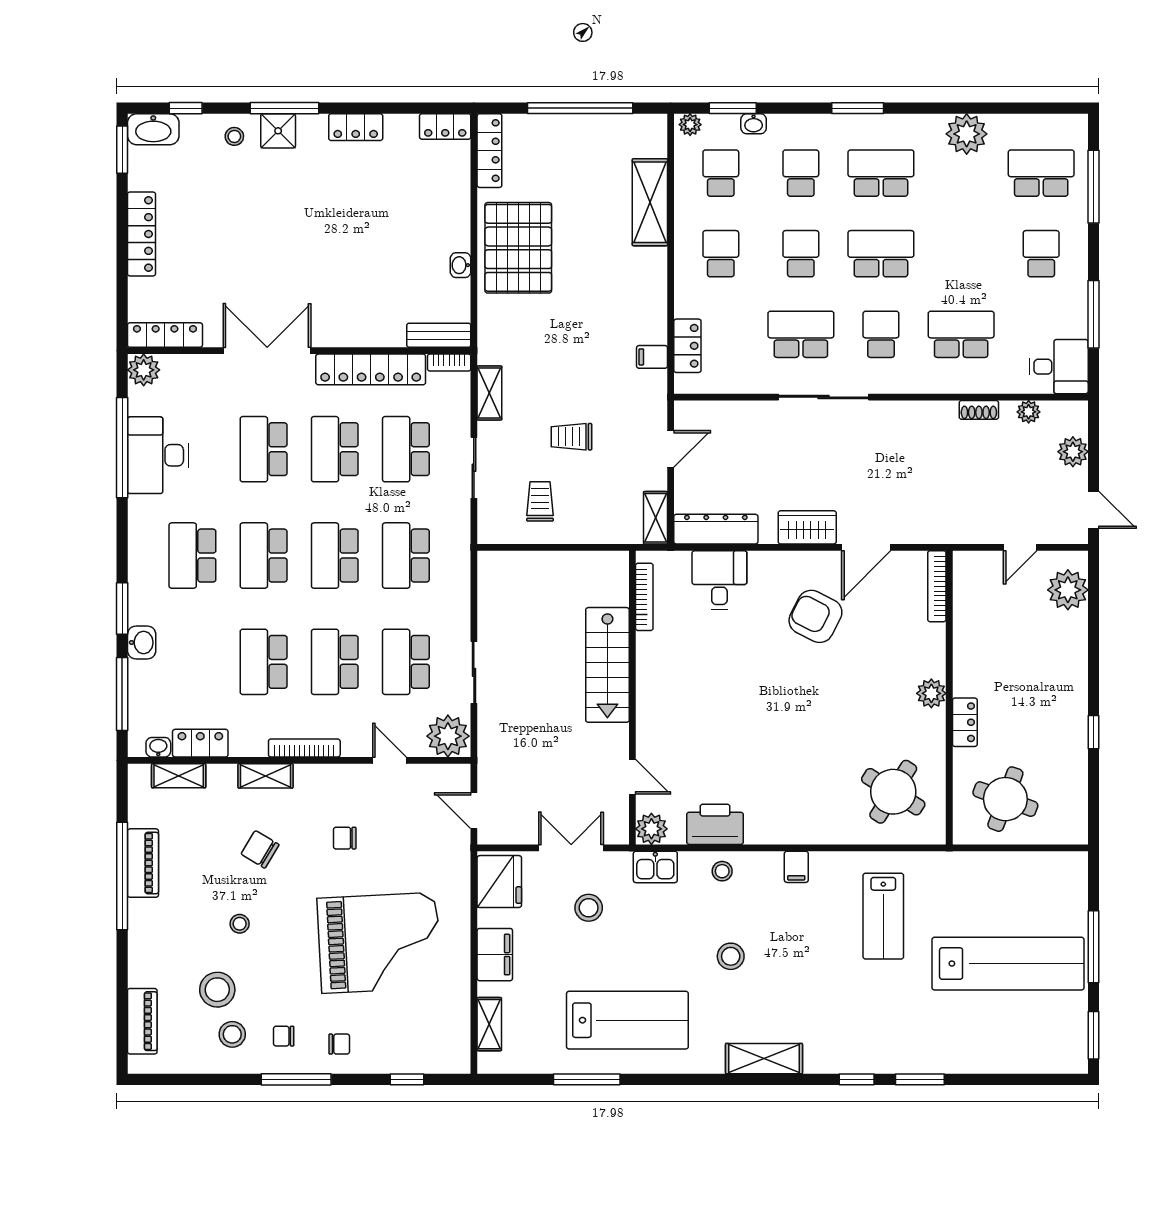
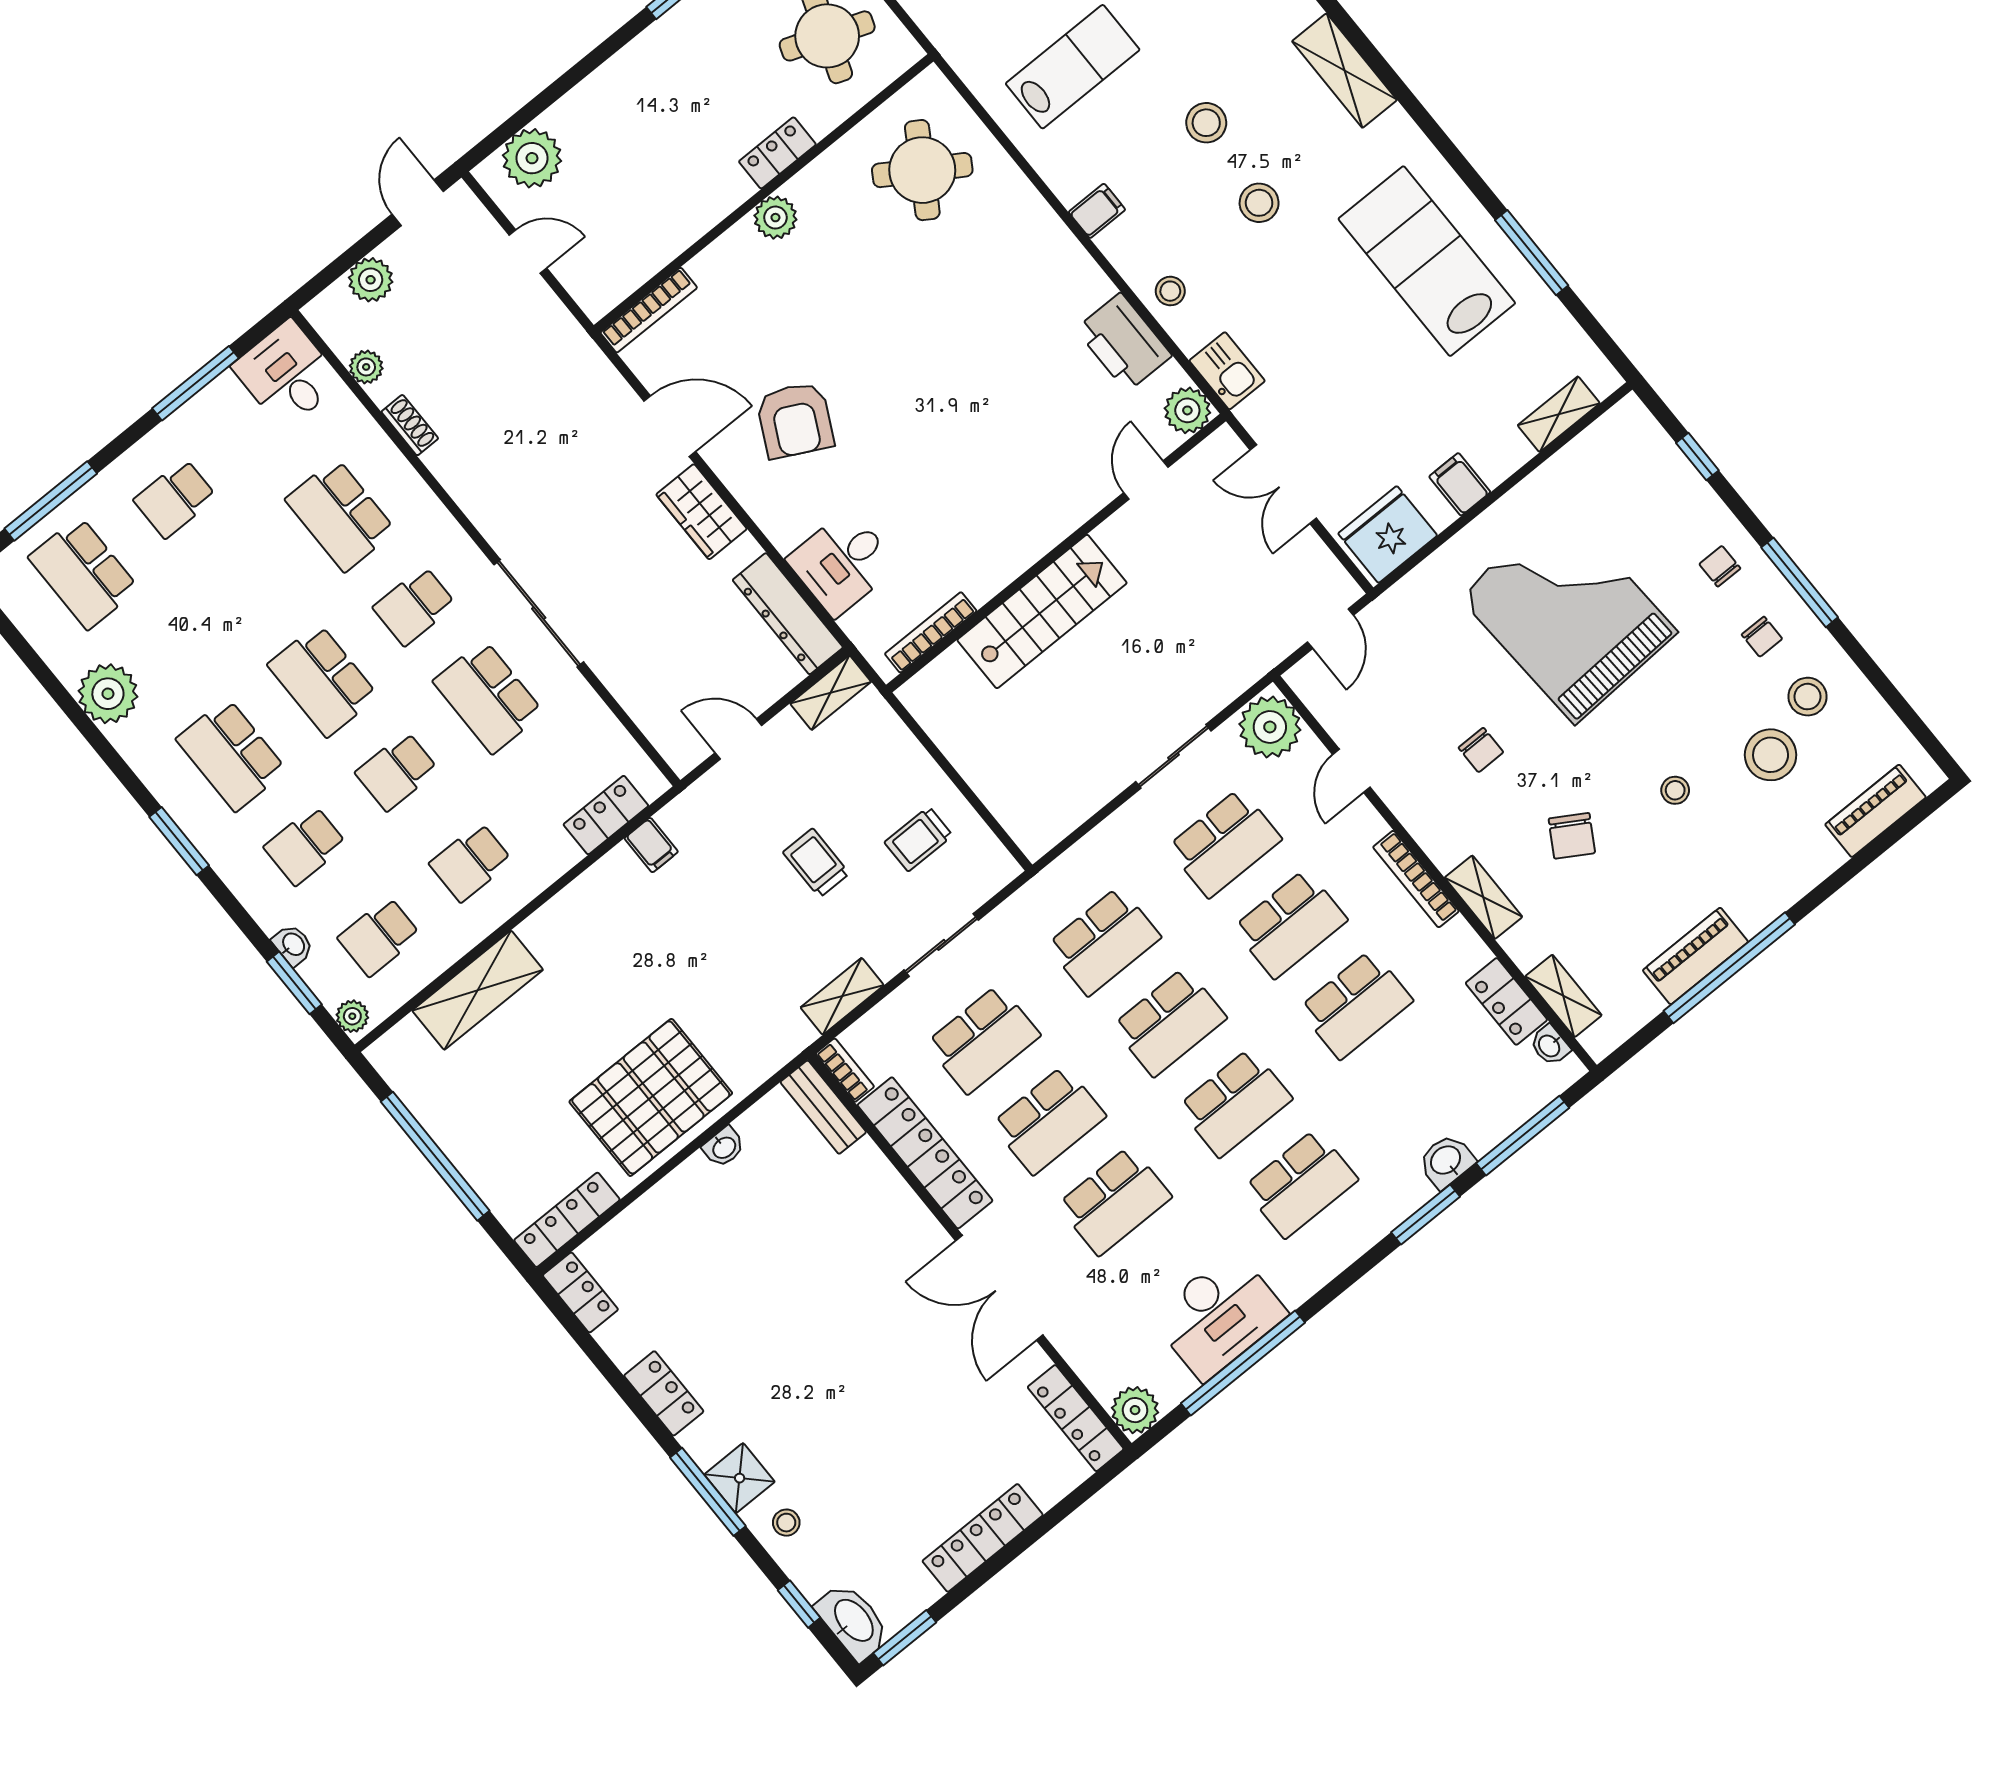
trolley: (571, 437) -> (816, 863), turned 180
stool: (589, 908) -> (1206, 123), moved
filing cabinet: (495, 955) -> (1460, 484), width x0.50

